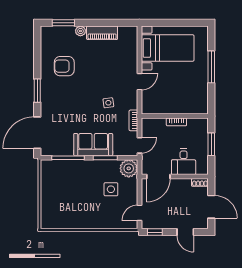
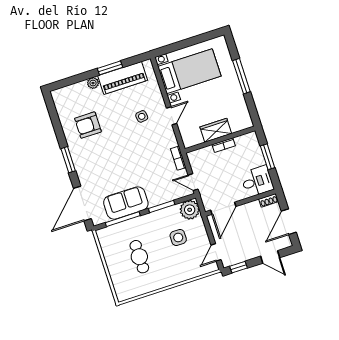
window: (63, 23) -> (110, 68), moved
piano: (102, 33) -> (123, 78), width x1.37, depth x1.33
side table: (108, 103) -> (142, 116), moved
wardrobe: (174, 107) -> (216, 130), added
sofa: (93, 145) -> (126, 203), moved
door: (139, 145) -> (193, 182), swing flipped
desk: (184, 162) -> (257, 181), moved, turned -90
cafe table: (72, 195) -> (139, 257), added
door: (211, 207) -> (289, 222), swing flipped

